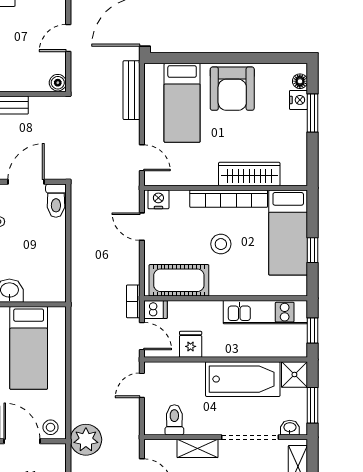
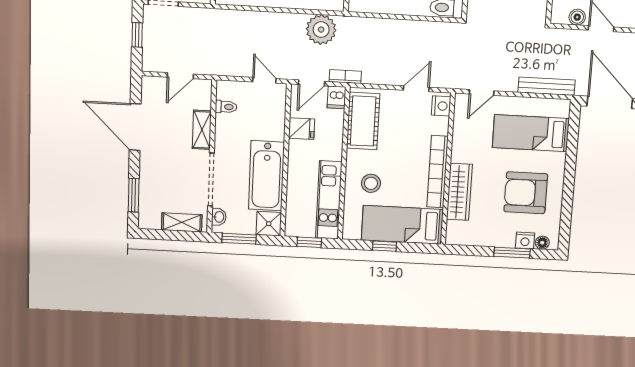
boiler: (58, 83) -> (577, 17), moved
armchair: (232, 89) -> (526, 193), moved
stool: (221, 244) -> (371, 183), moved
toilet: (174, 420) -> (226, 107), width x0.73, depth x0.72
plant: (86, 440) -> (321, 30), moved

